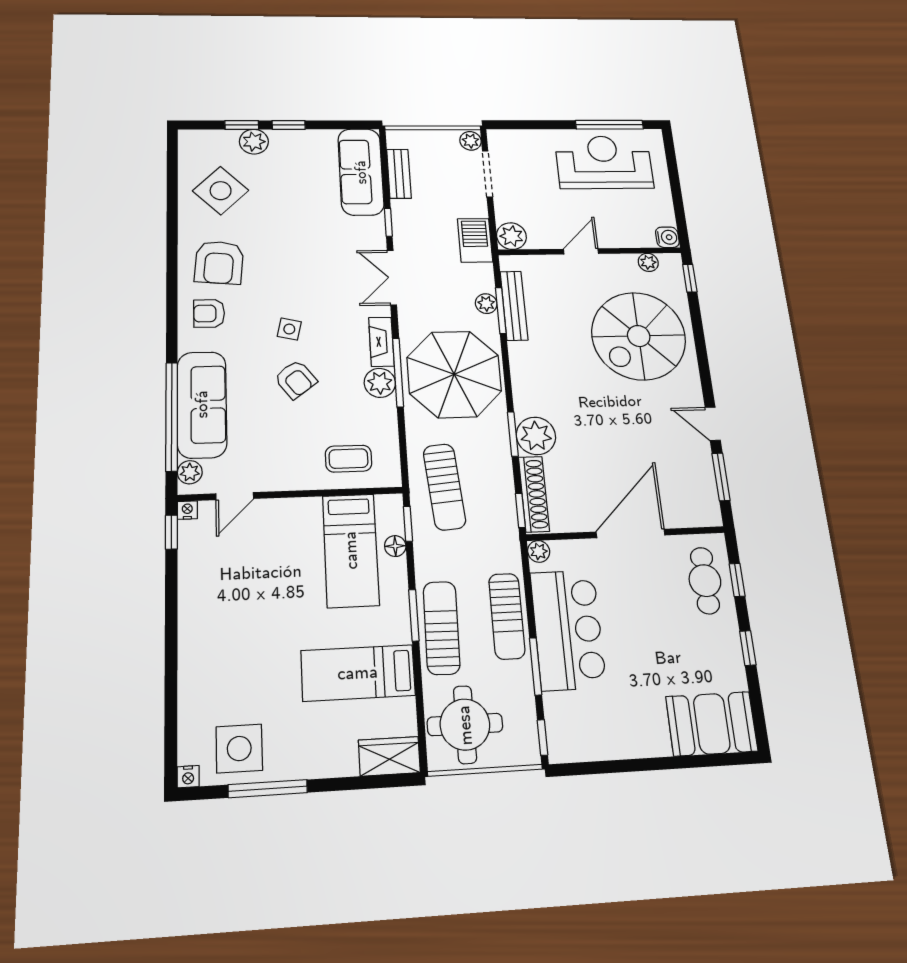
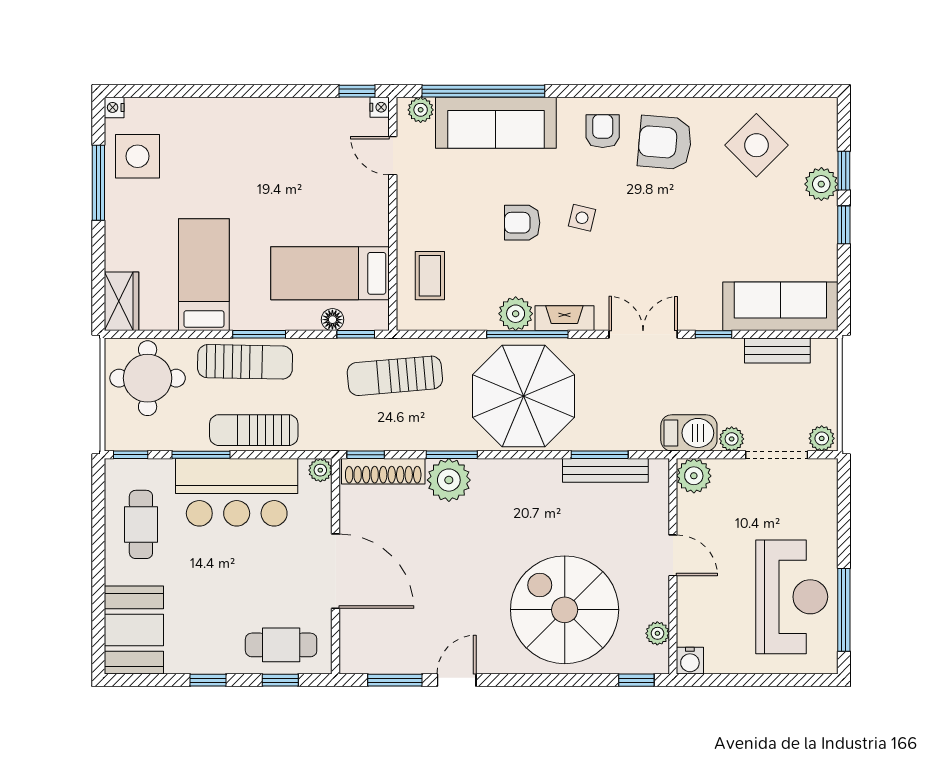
plant: (486, 304) -> (732, 439), moved
armchair: (296, 379) -> (522, 223), turned 37
cafe table: (609, 723) -> (141, 524), added

